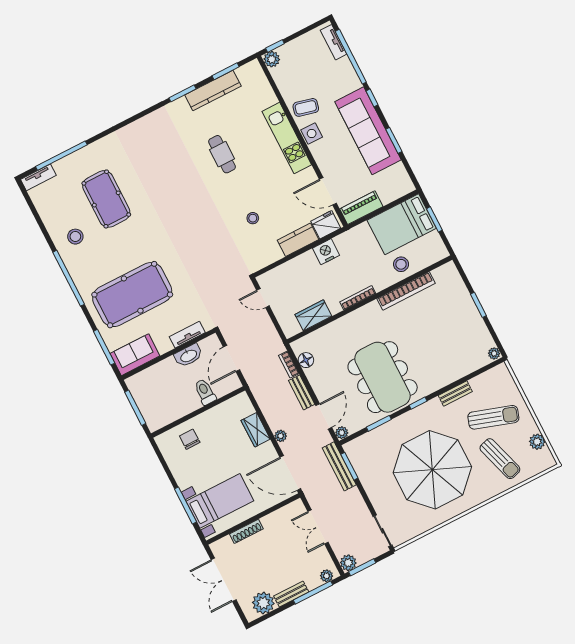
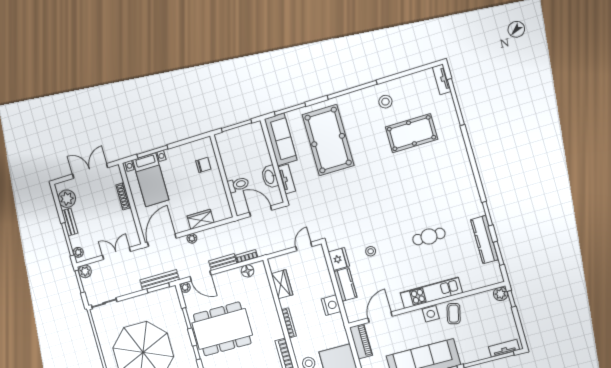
fridge: (326, 225) -> (339, 259), moved
sofa: (135, 355) -> (281, 140), width x1.36

